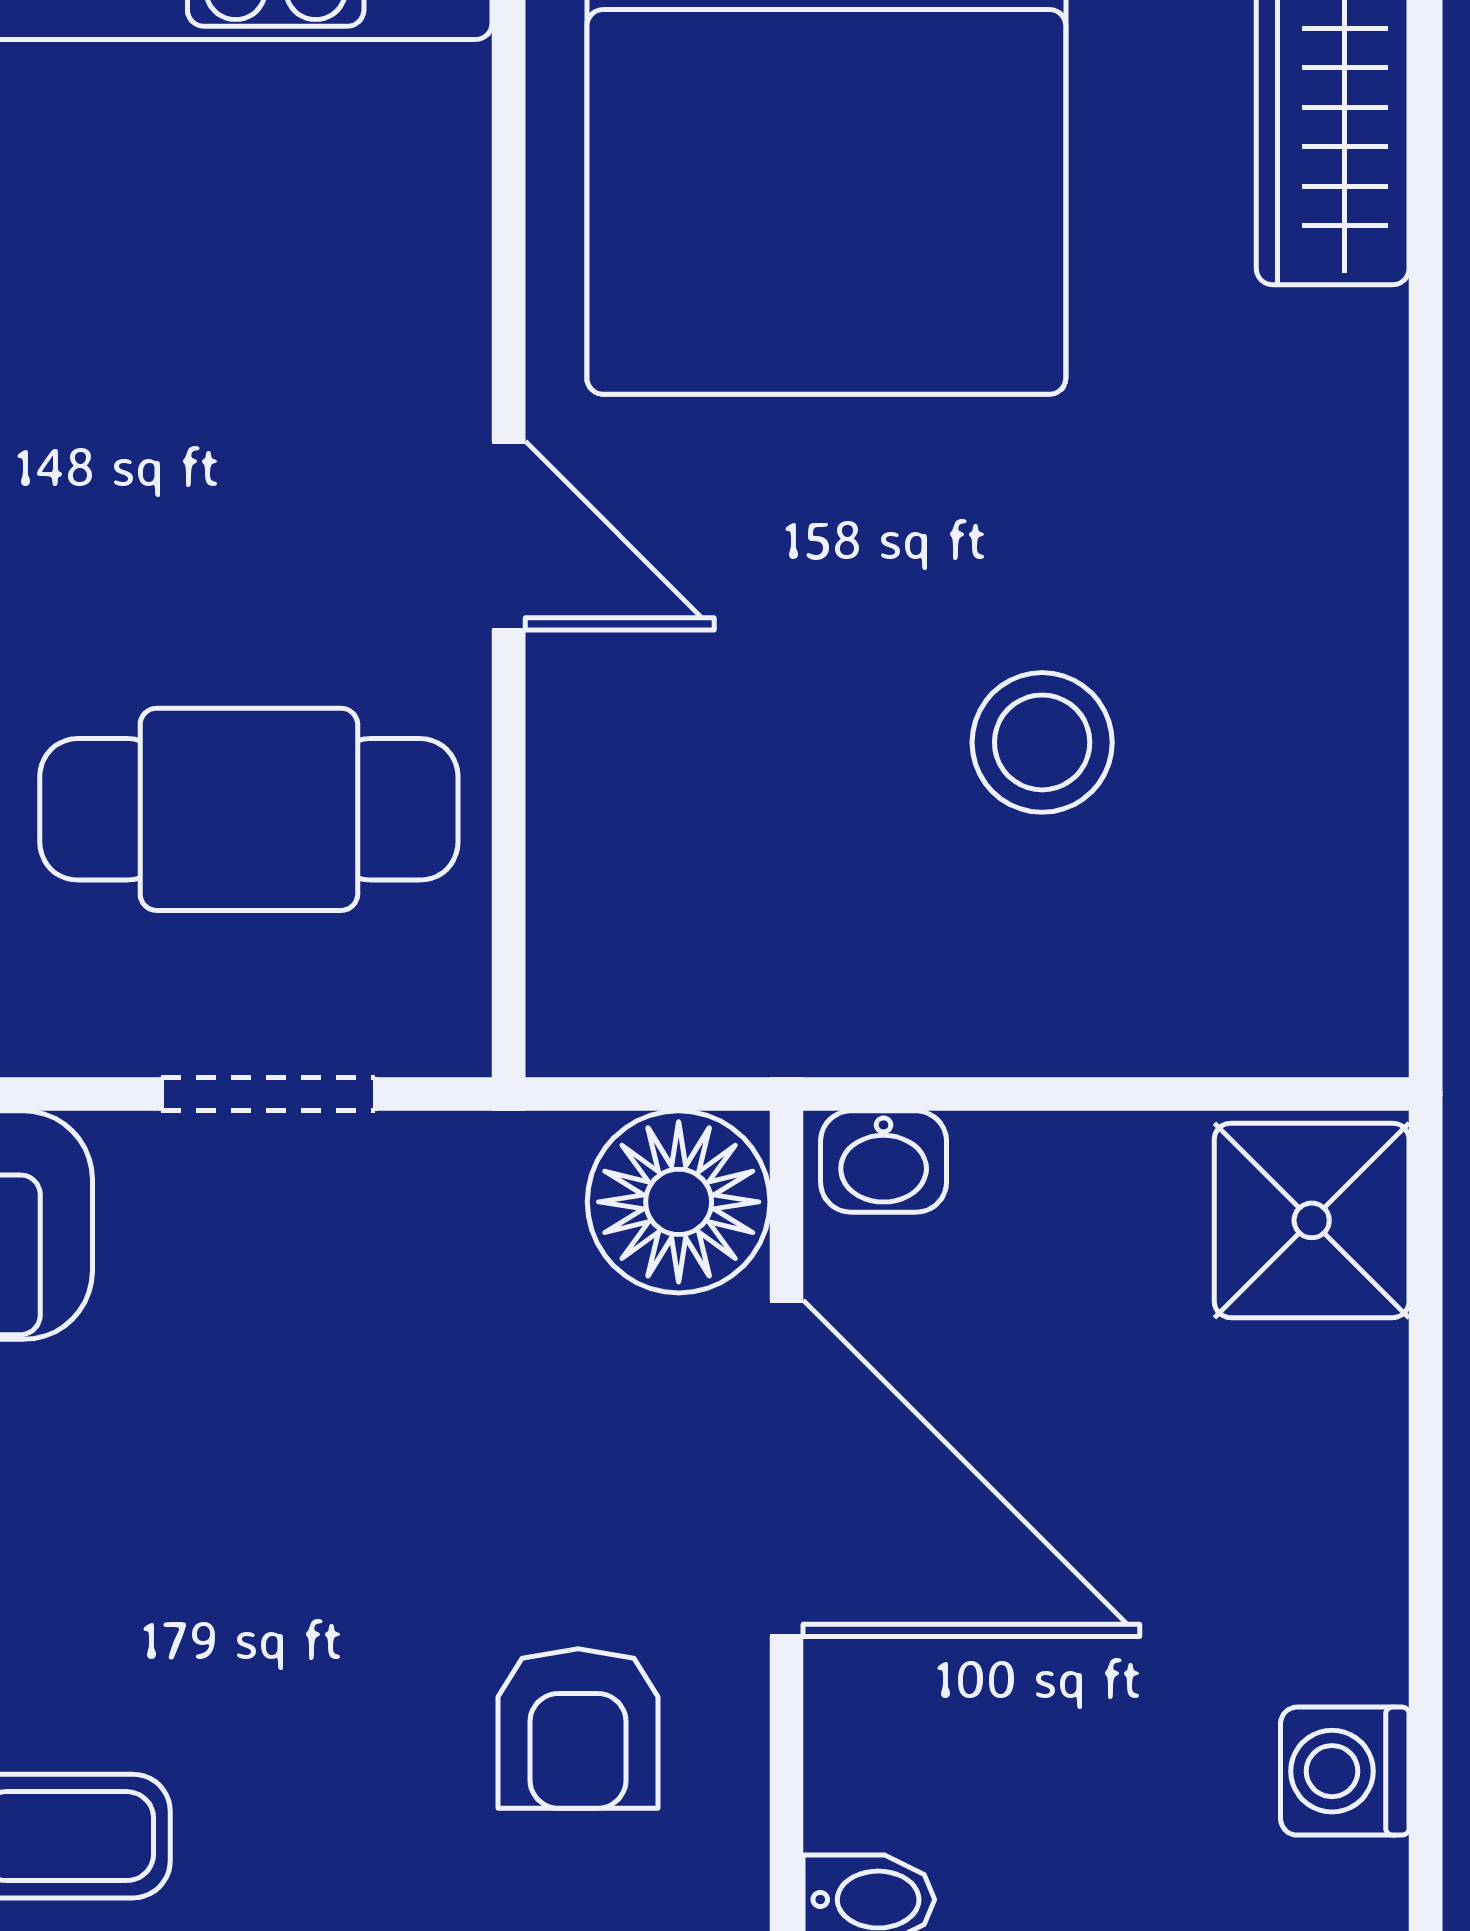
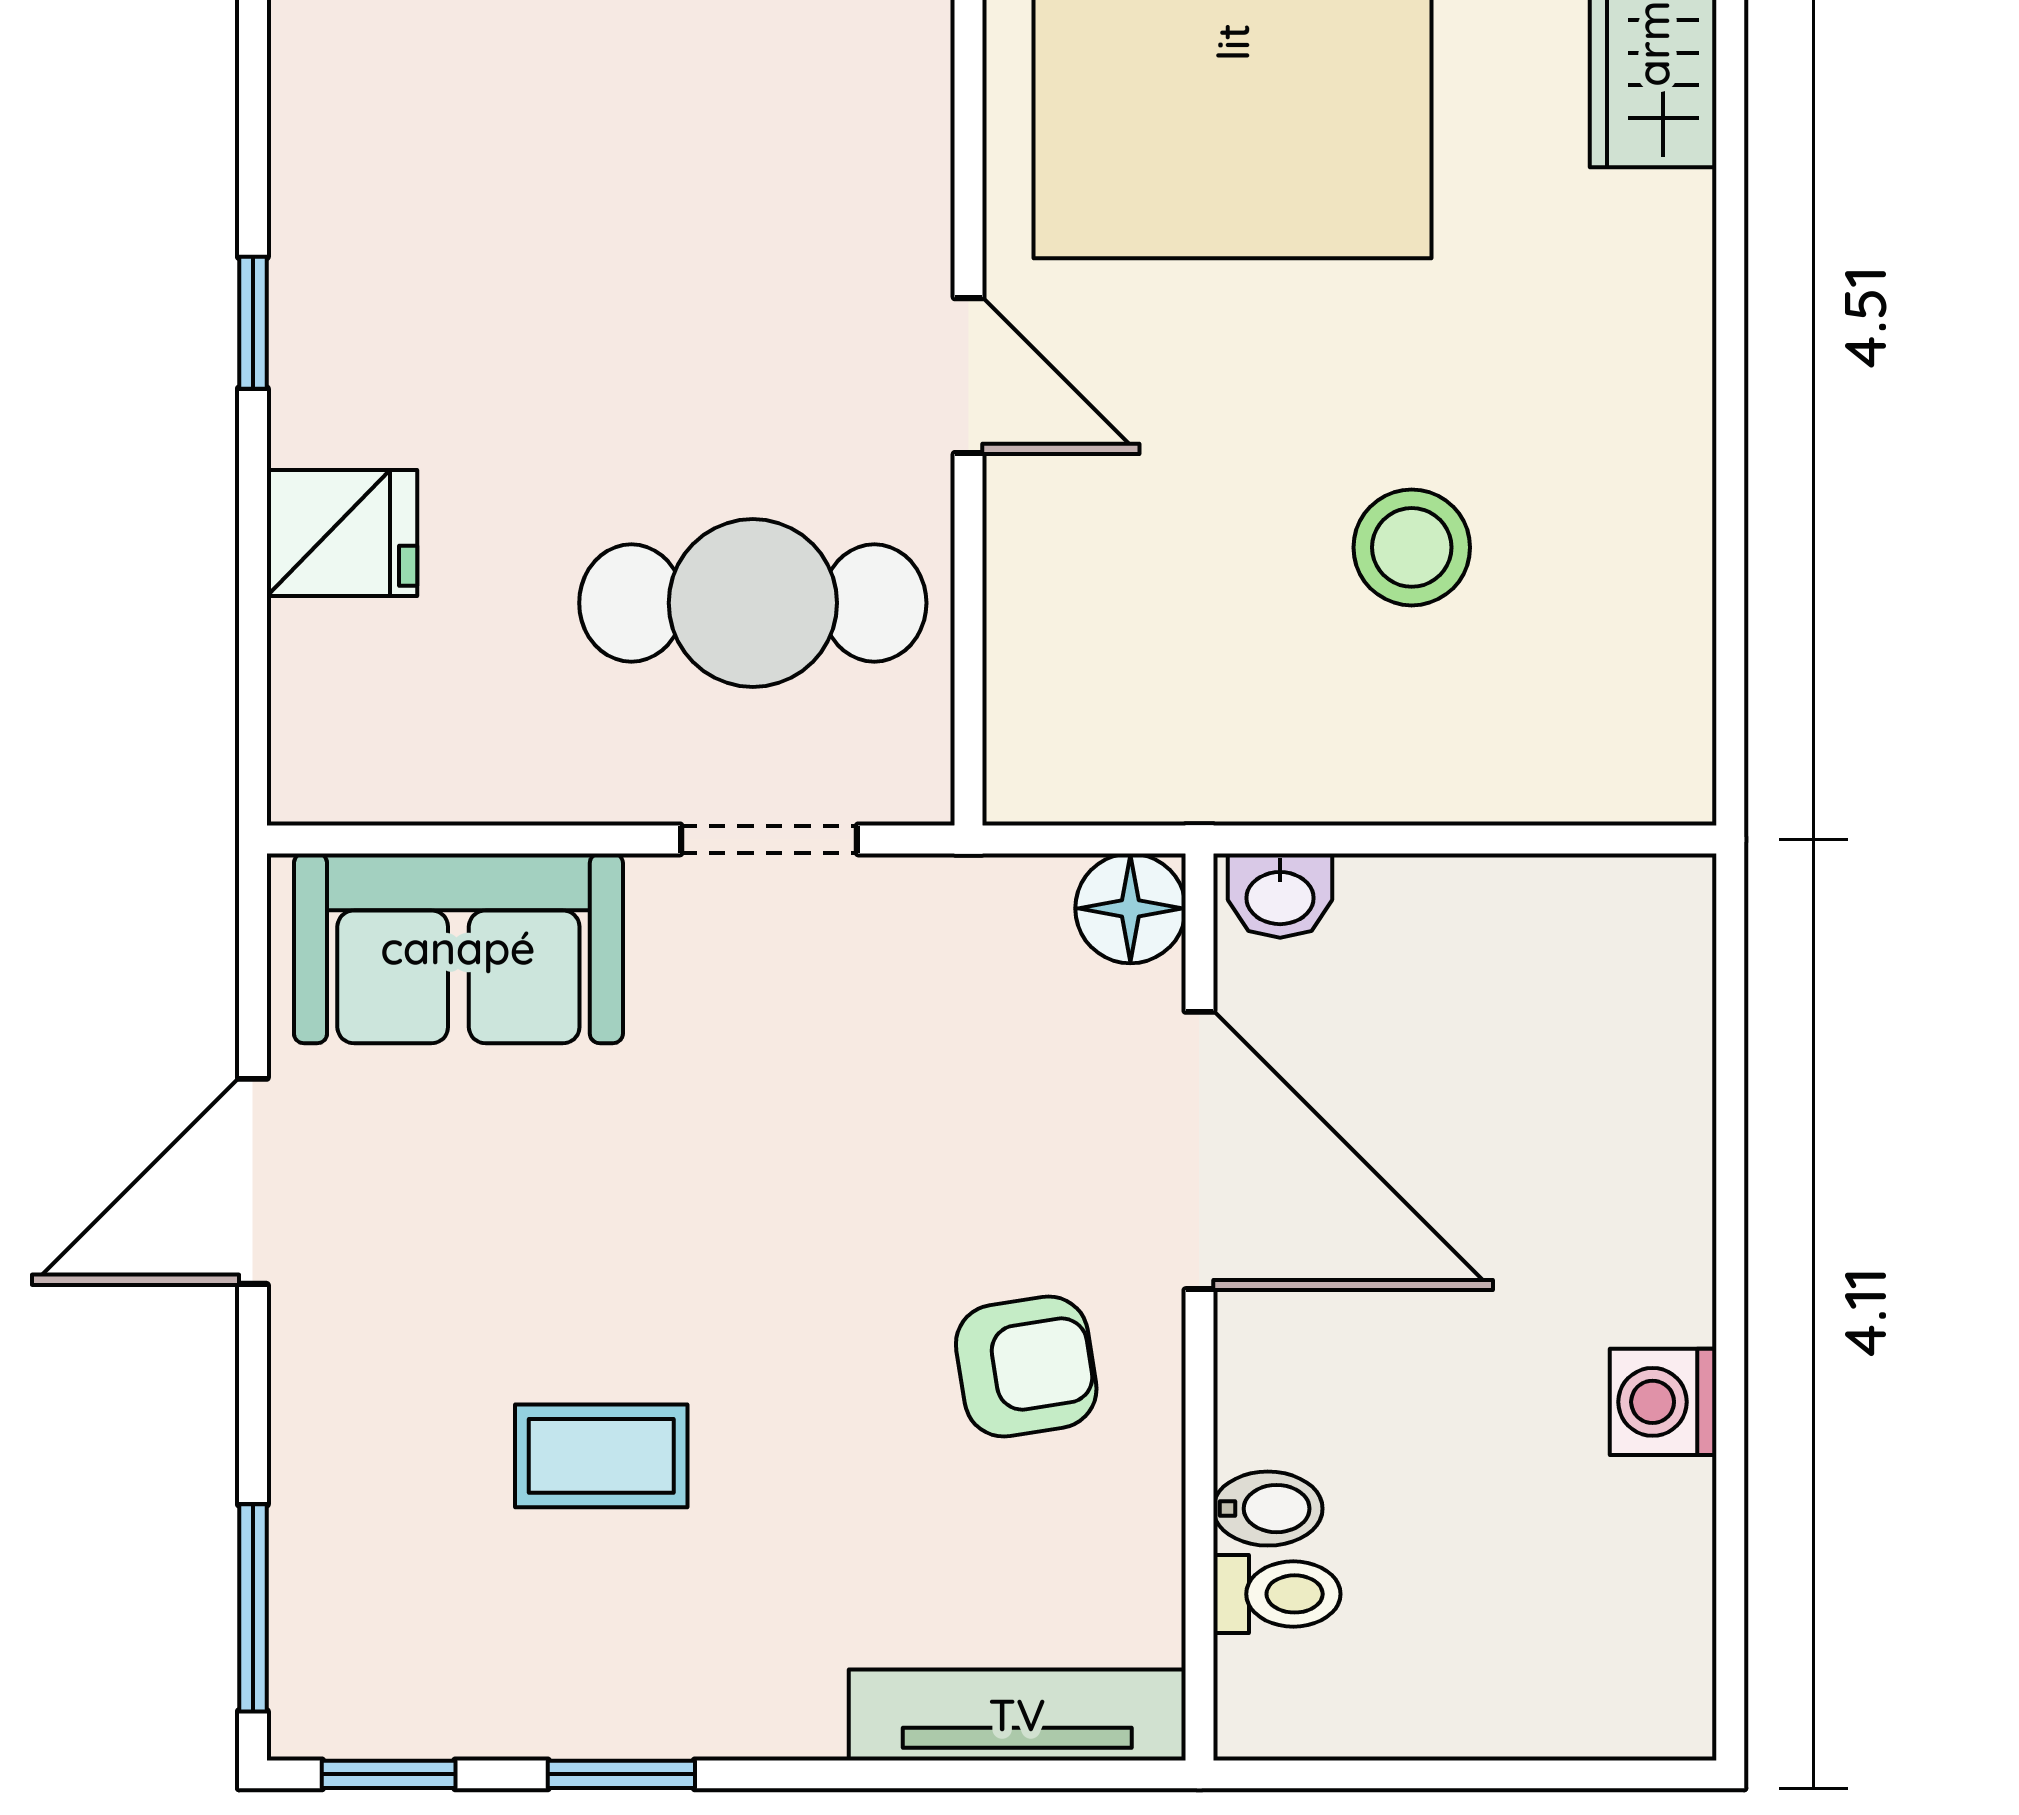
floor lamp: (679, 1202) -> (1130, 908), width x0.73, depth x0.73
shower: (1312, 1220) -> (1636, 944), removed
armchair: (578, 1728) -> (1026, 1366), turned -99

